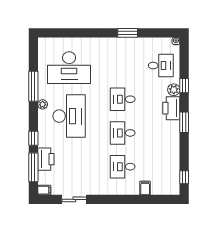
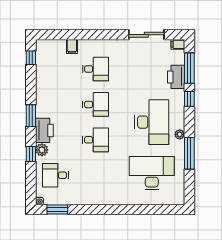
window: (128, 33) -> (57, 210), moved
desk: (69, 116) -> (152, 122), turned 180
sliding door: (74, 199) -> (146, 35), width x1.37

